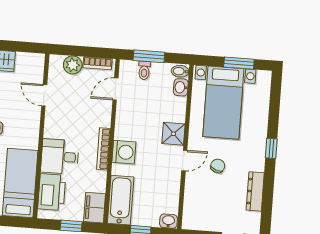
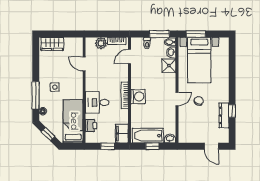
window: (149, 56) -> (159, 34), moved
window: (239, 63) -> (196, 34), moved
shower: (173, 134) -> (169, 66), moved
window: (271, 148) -> (232, 111), moved
printer: (52, 192) -> (91, 126), width x0.53, depth x0.68
bathtub: (121, 200) -> (148, 136), moved, turned -90

